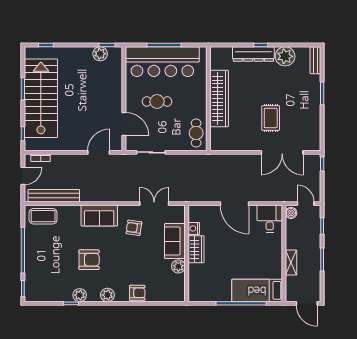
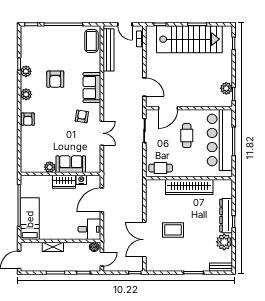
nightstand: (194, 228) -> (81, 180), moved
sofa: (175, 241) -> (71, 164), moved
wardrobe: (196, 249) -> (64, 182), moved
wall: (187, 253) -> (61, 174), moved
plant: (178, 266) -> (50, 167), moved

